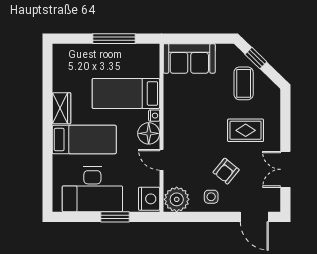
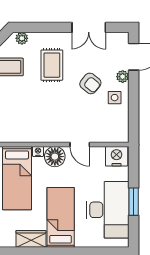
plant: (274, 99) -> (22, 38), added
door: (161, 160) -> (80, 144), hinge flipped
plant: (177, 199) -> (123, 77), moved, width x0.53, depth x0.53
window: (115, 217) -> (134, 202), moved

